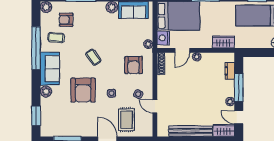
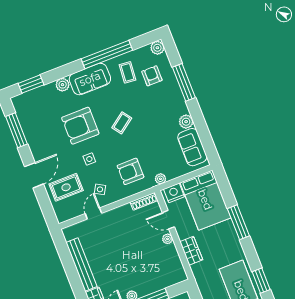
wardrobe: (223, 42) -> (191, 251), moved
dresser: (230, 71) -> (166, 282), removed

